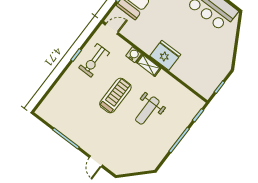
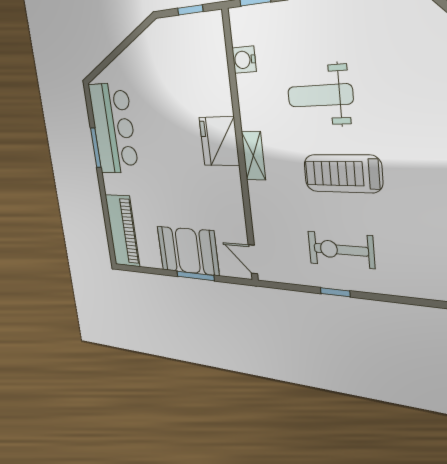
water cooler: (134, 55) -> (244, 60), moved
exercise bike: (94, 60) -> (341, 250), moved, turned 180
weight bench: (147, 111) -> (320, 95), turned 180

